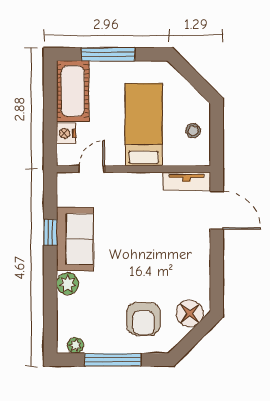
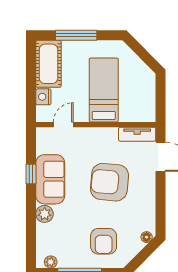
stool: (193, 131) -> (142, 95), removed
armchair: (151, 243) -> (109, 182), added
floor lamp: (190, 313) -> (147, 237), width x0.53, depth x0.53

